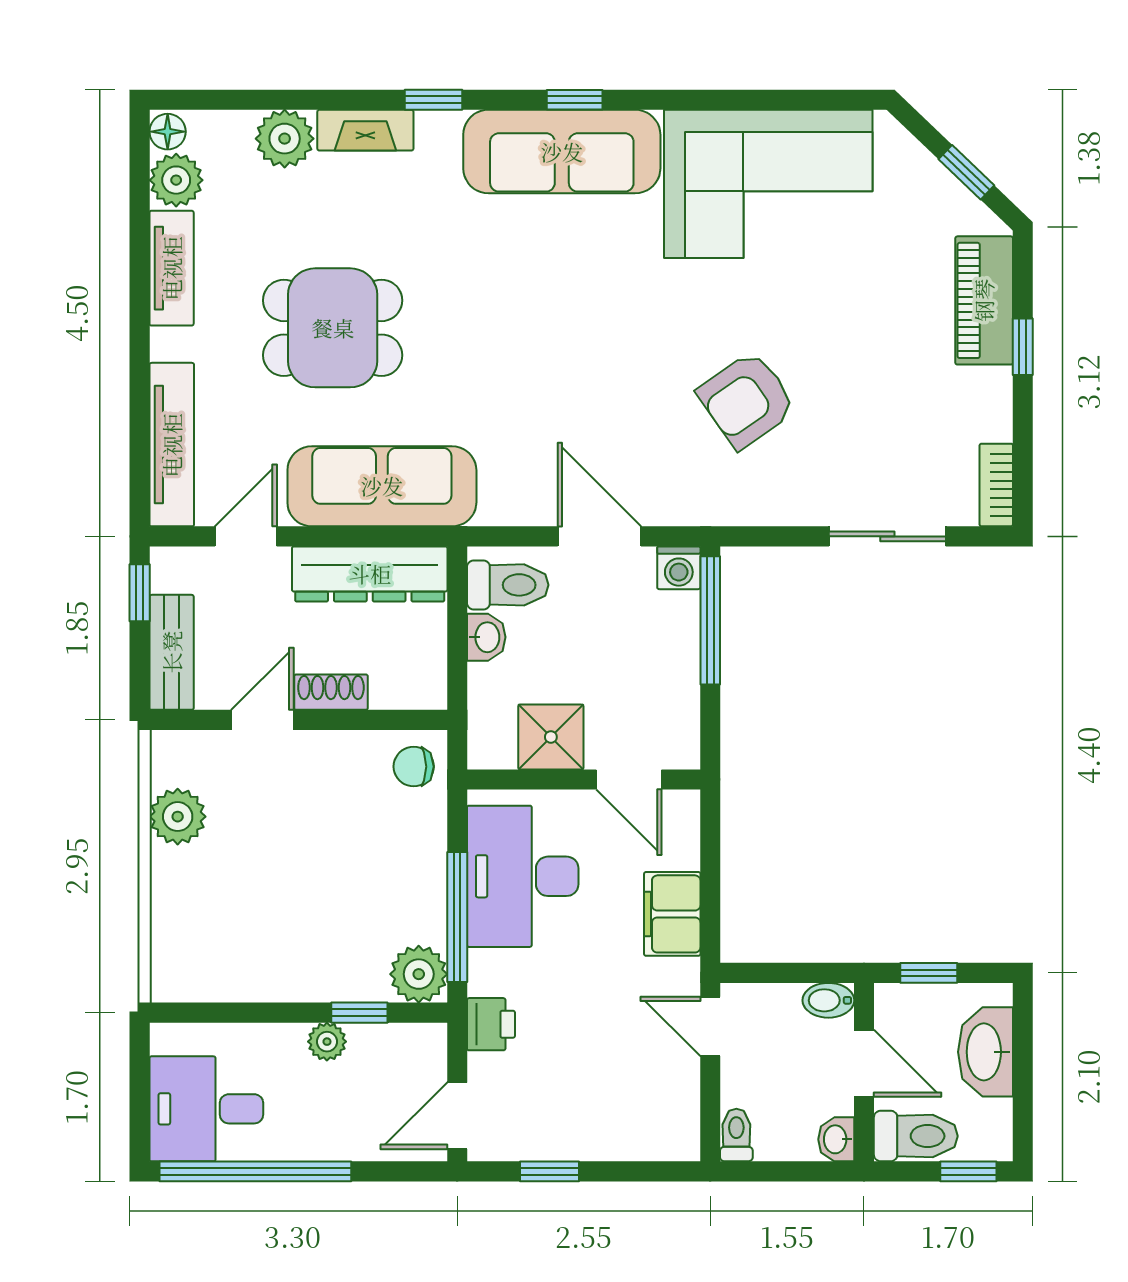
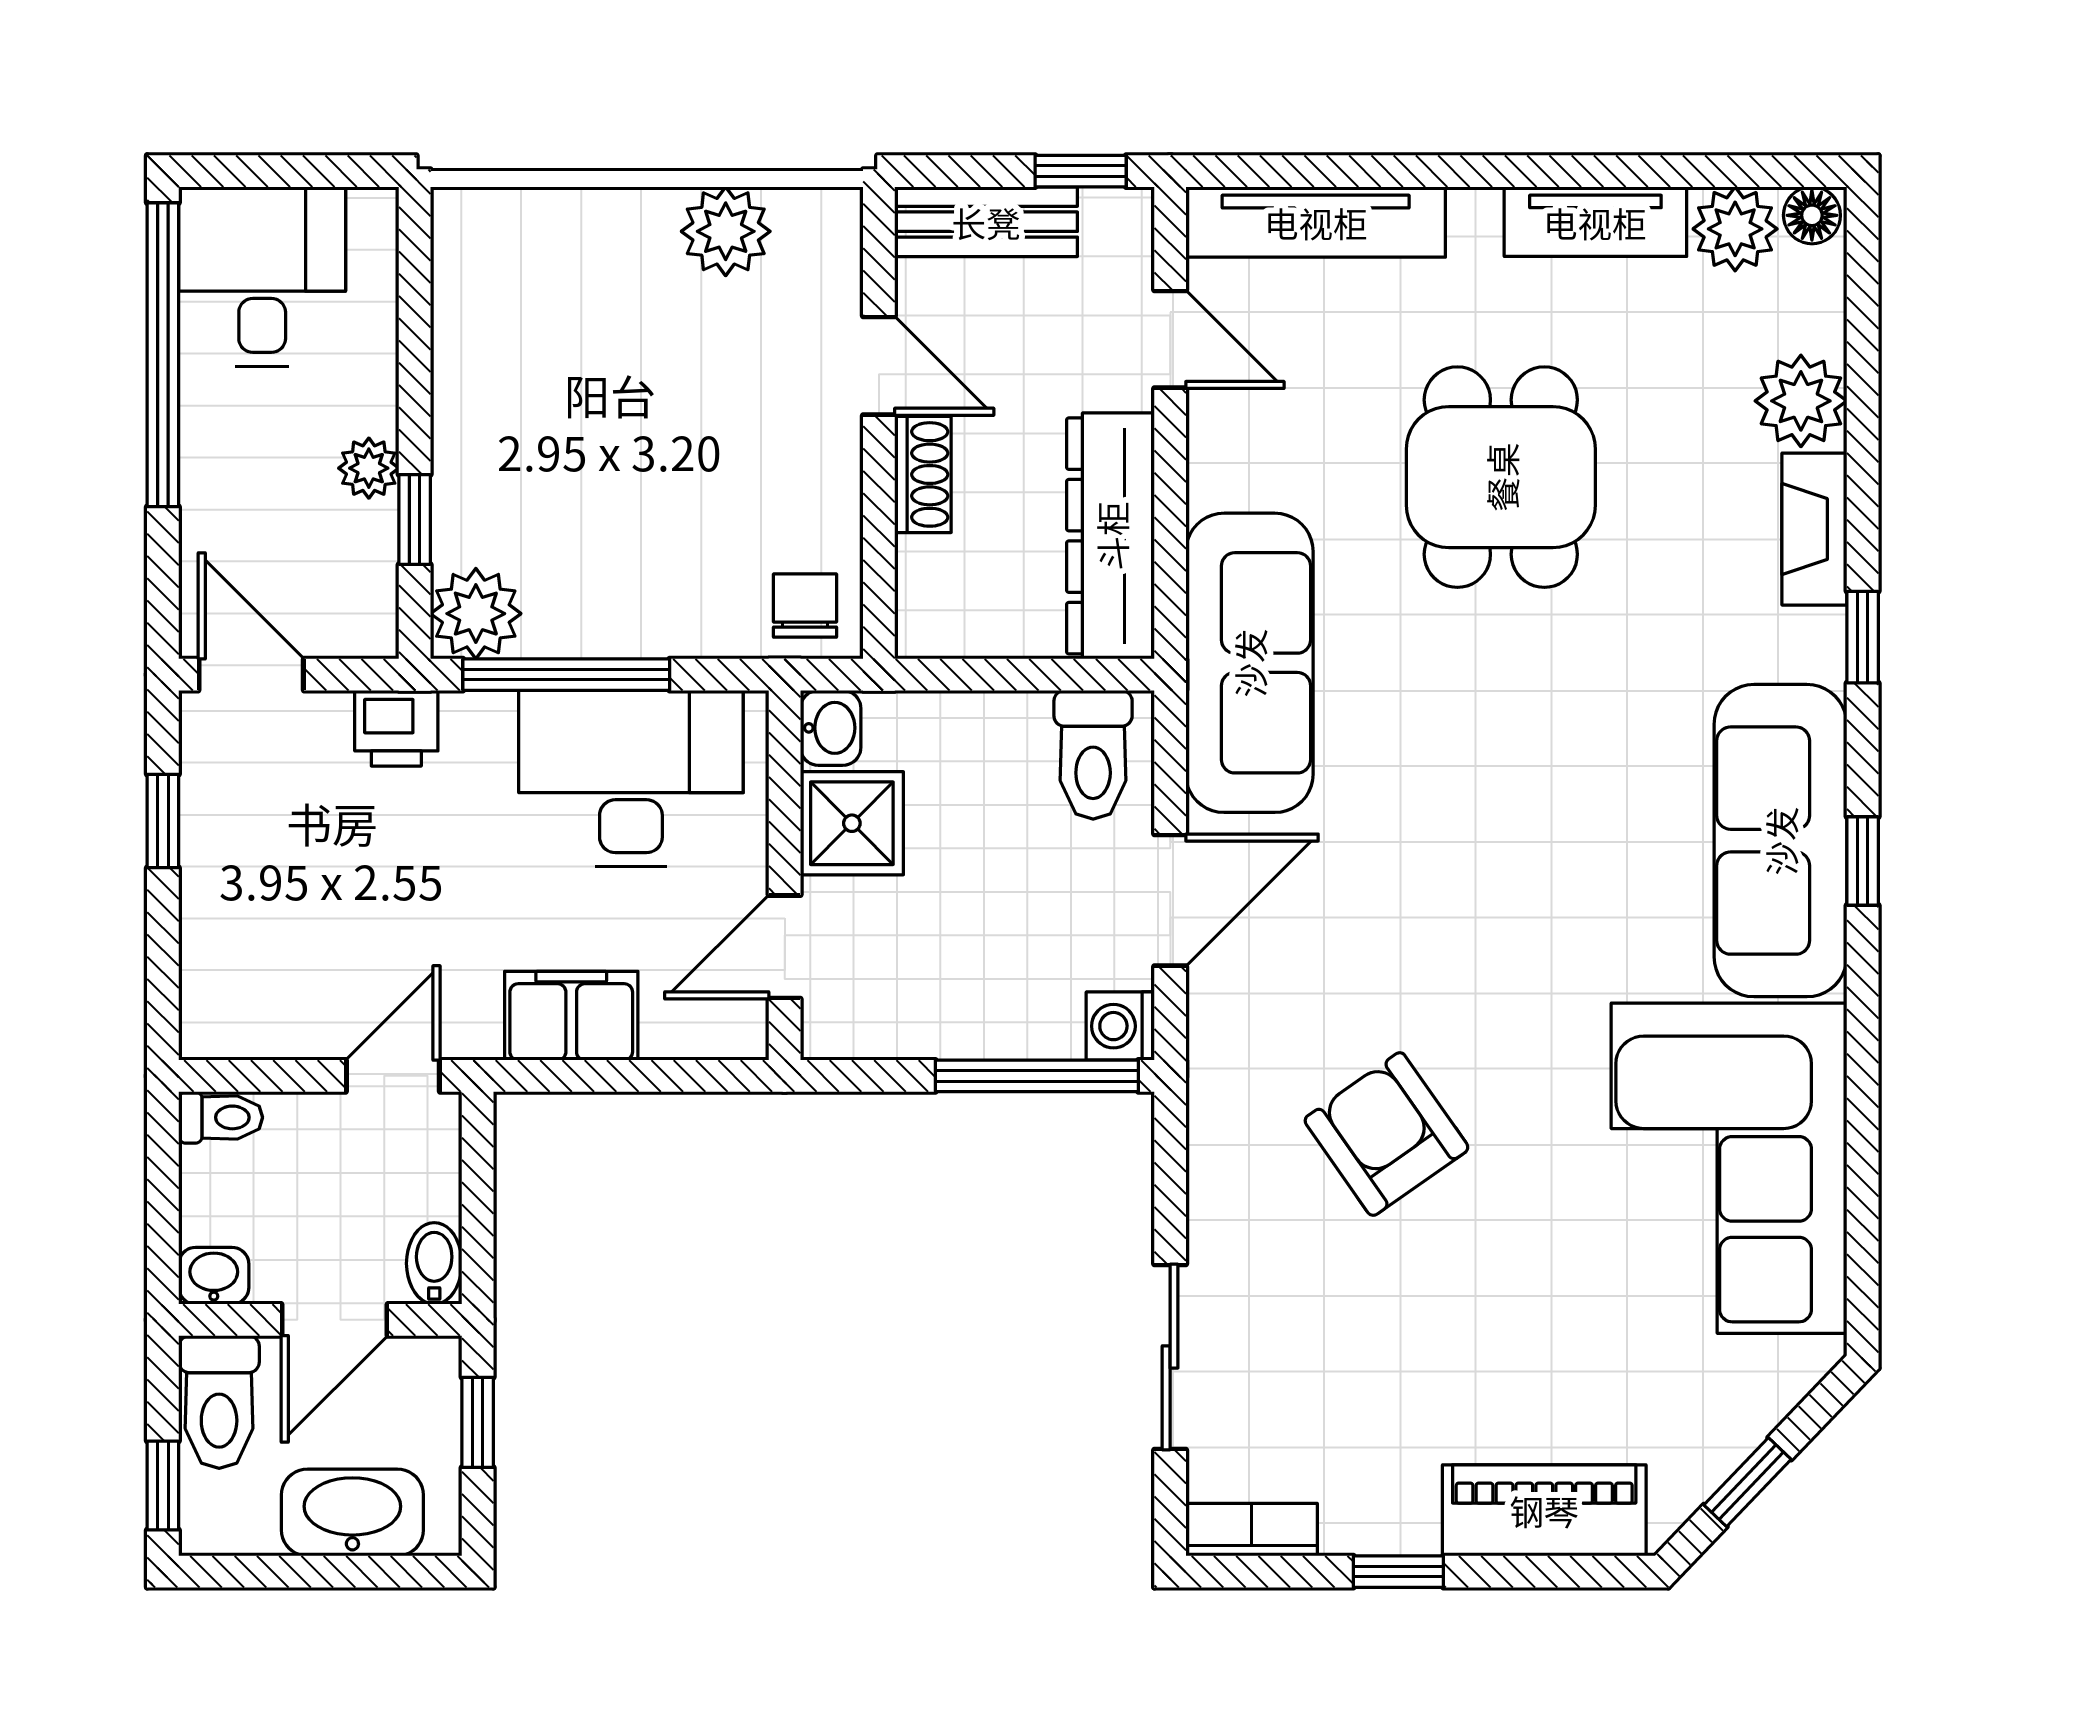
window: (1023, 347) -> (1398, 1572), moved
sofa: (382, 486) -> (1249, 663), moved
washbasin: (486, 637) -> (831, 728), moved, turned -90

